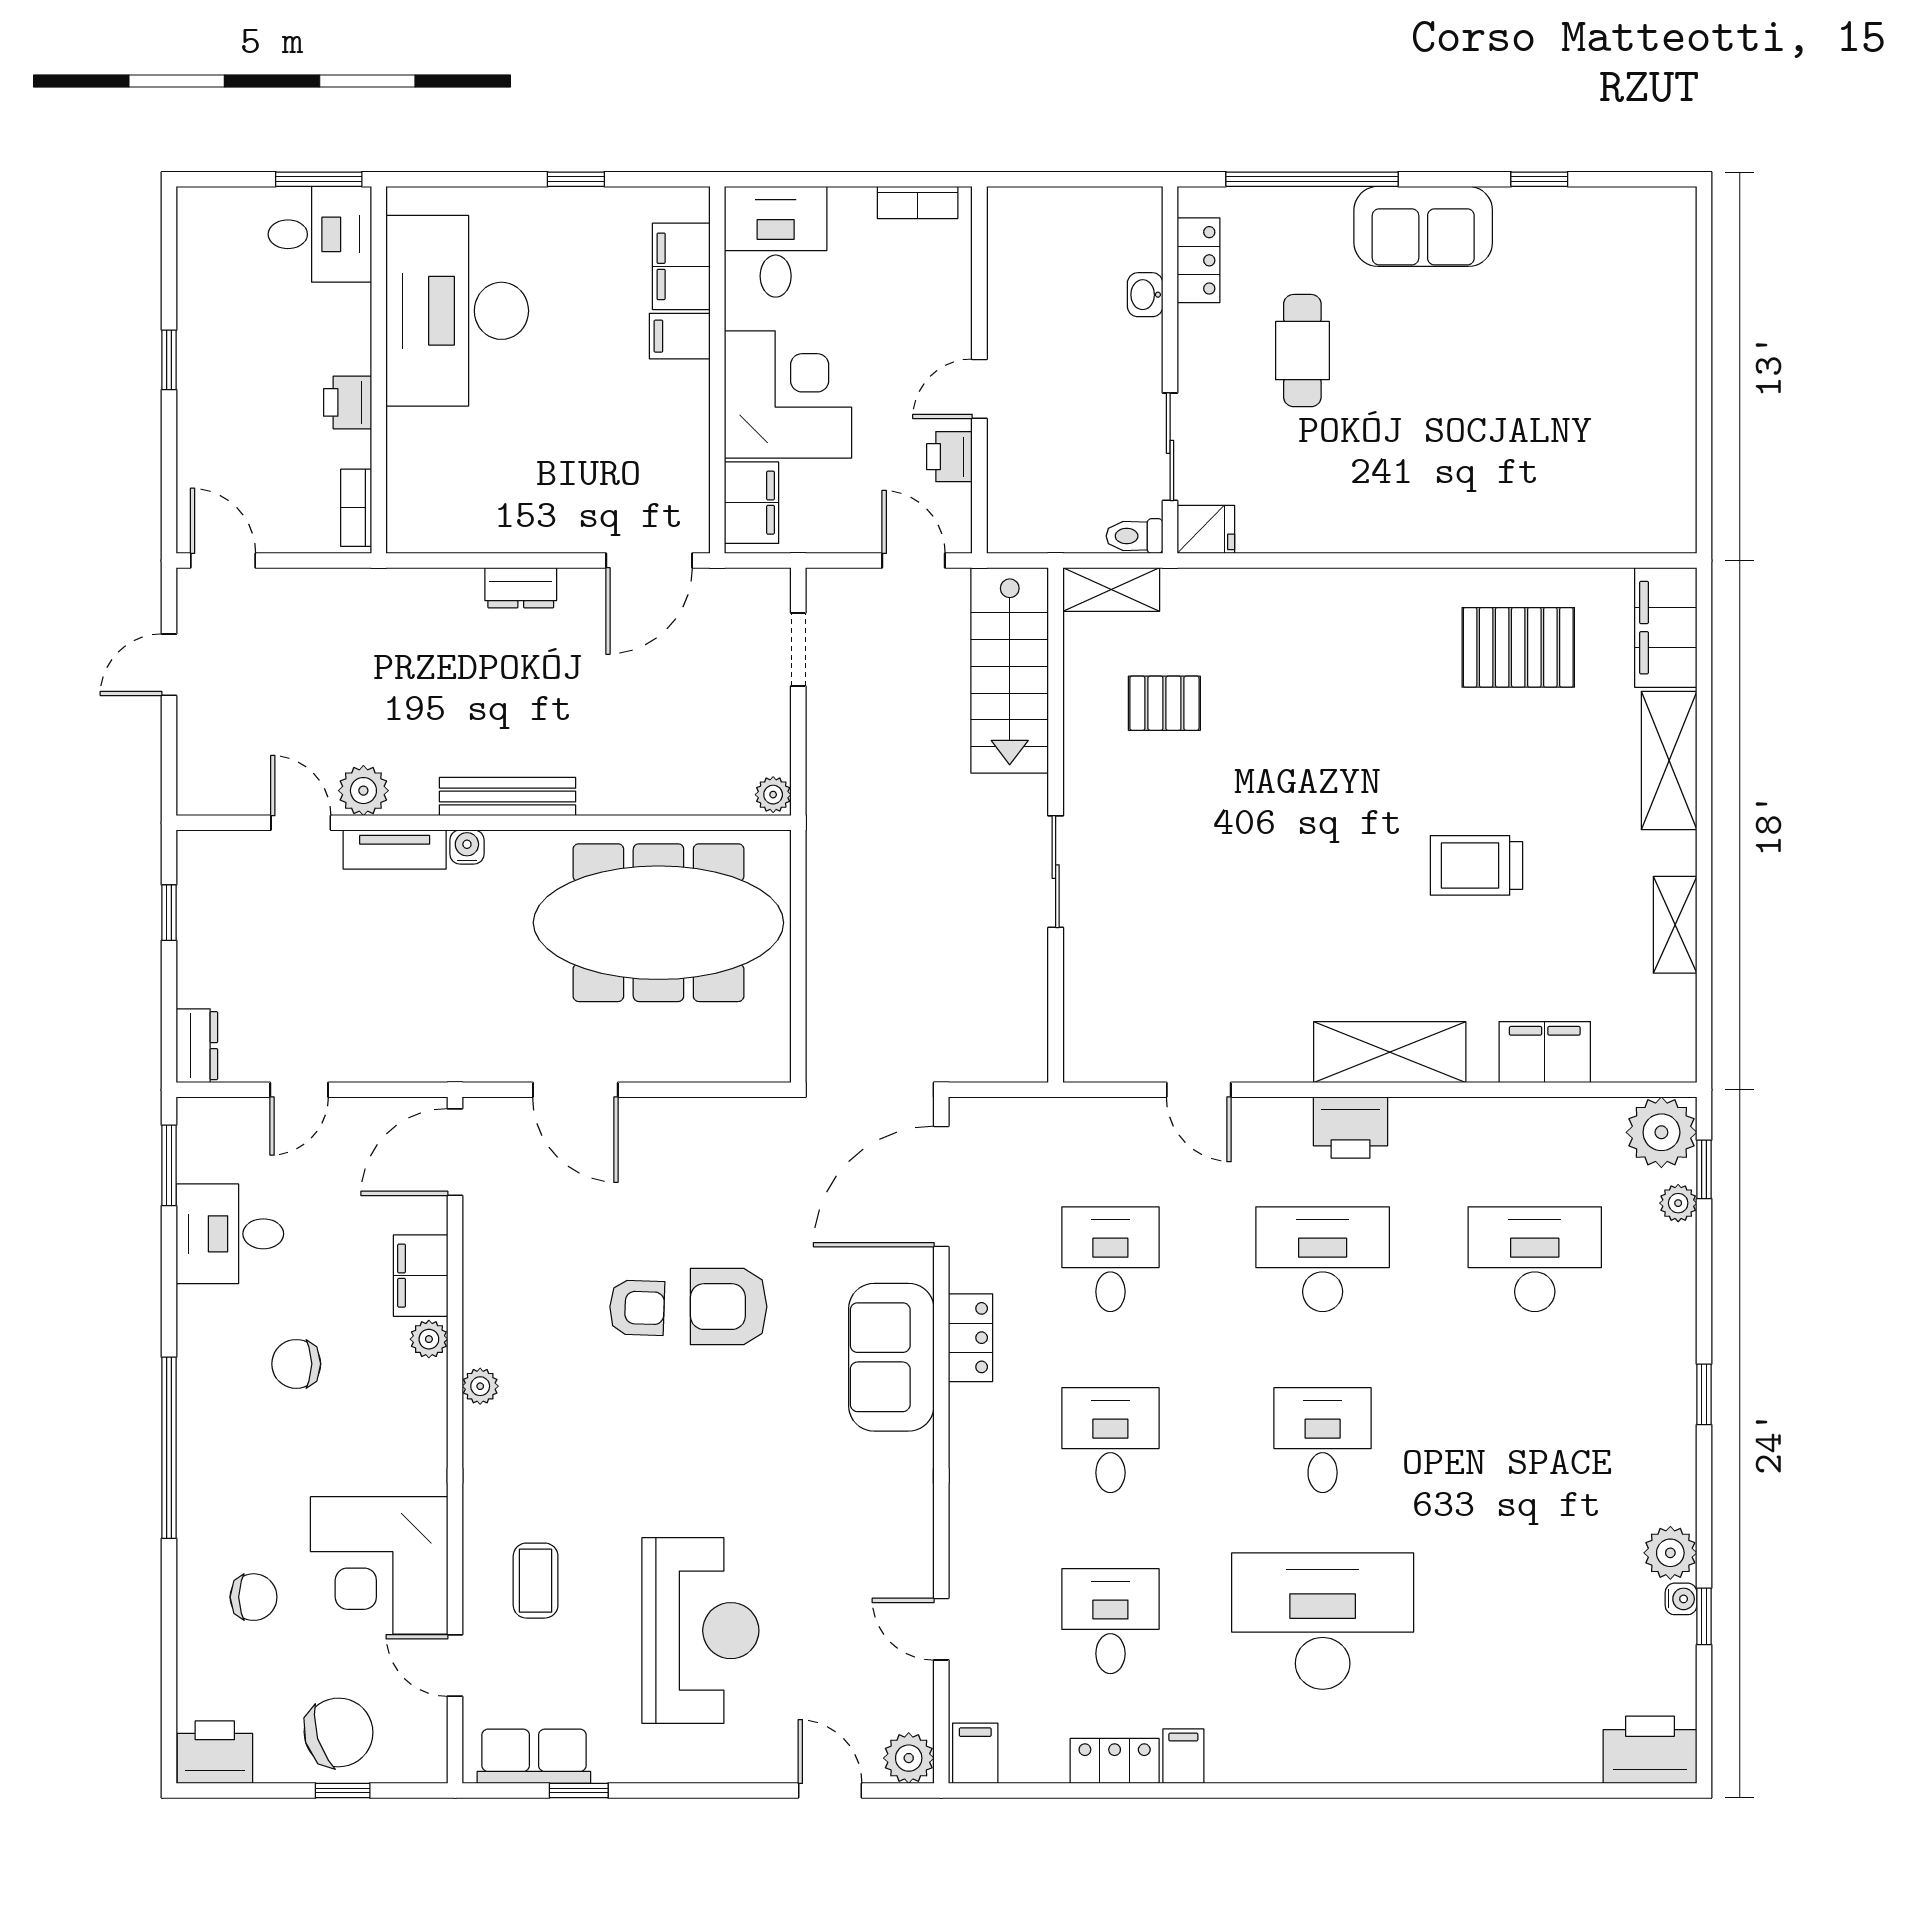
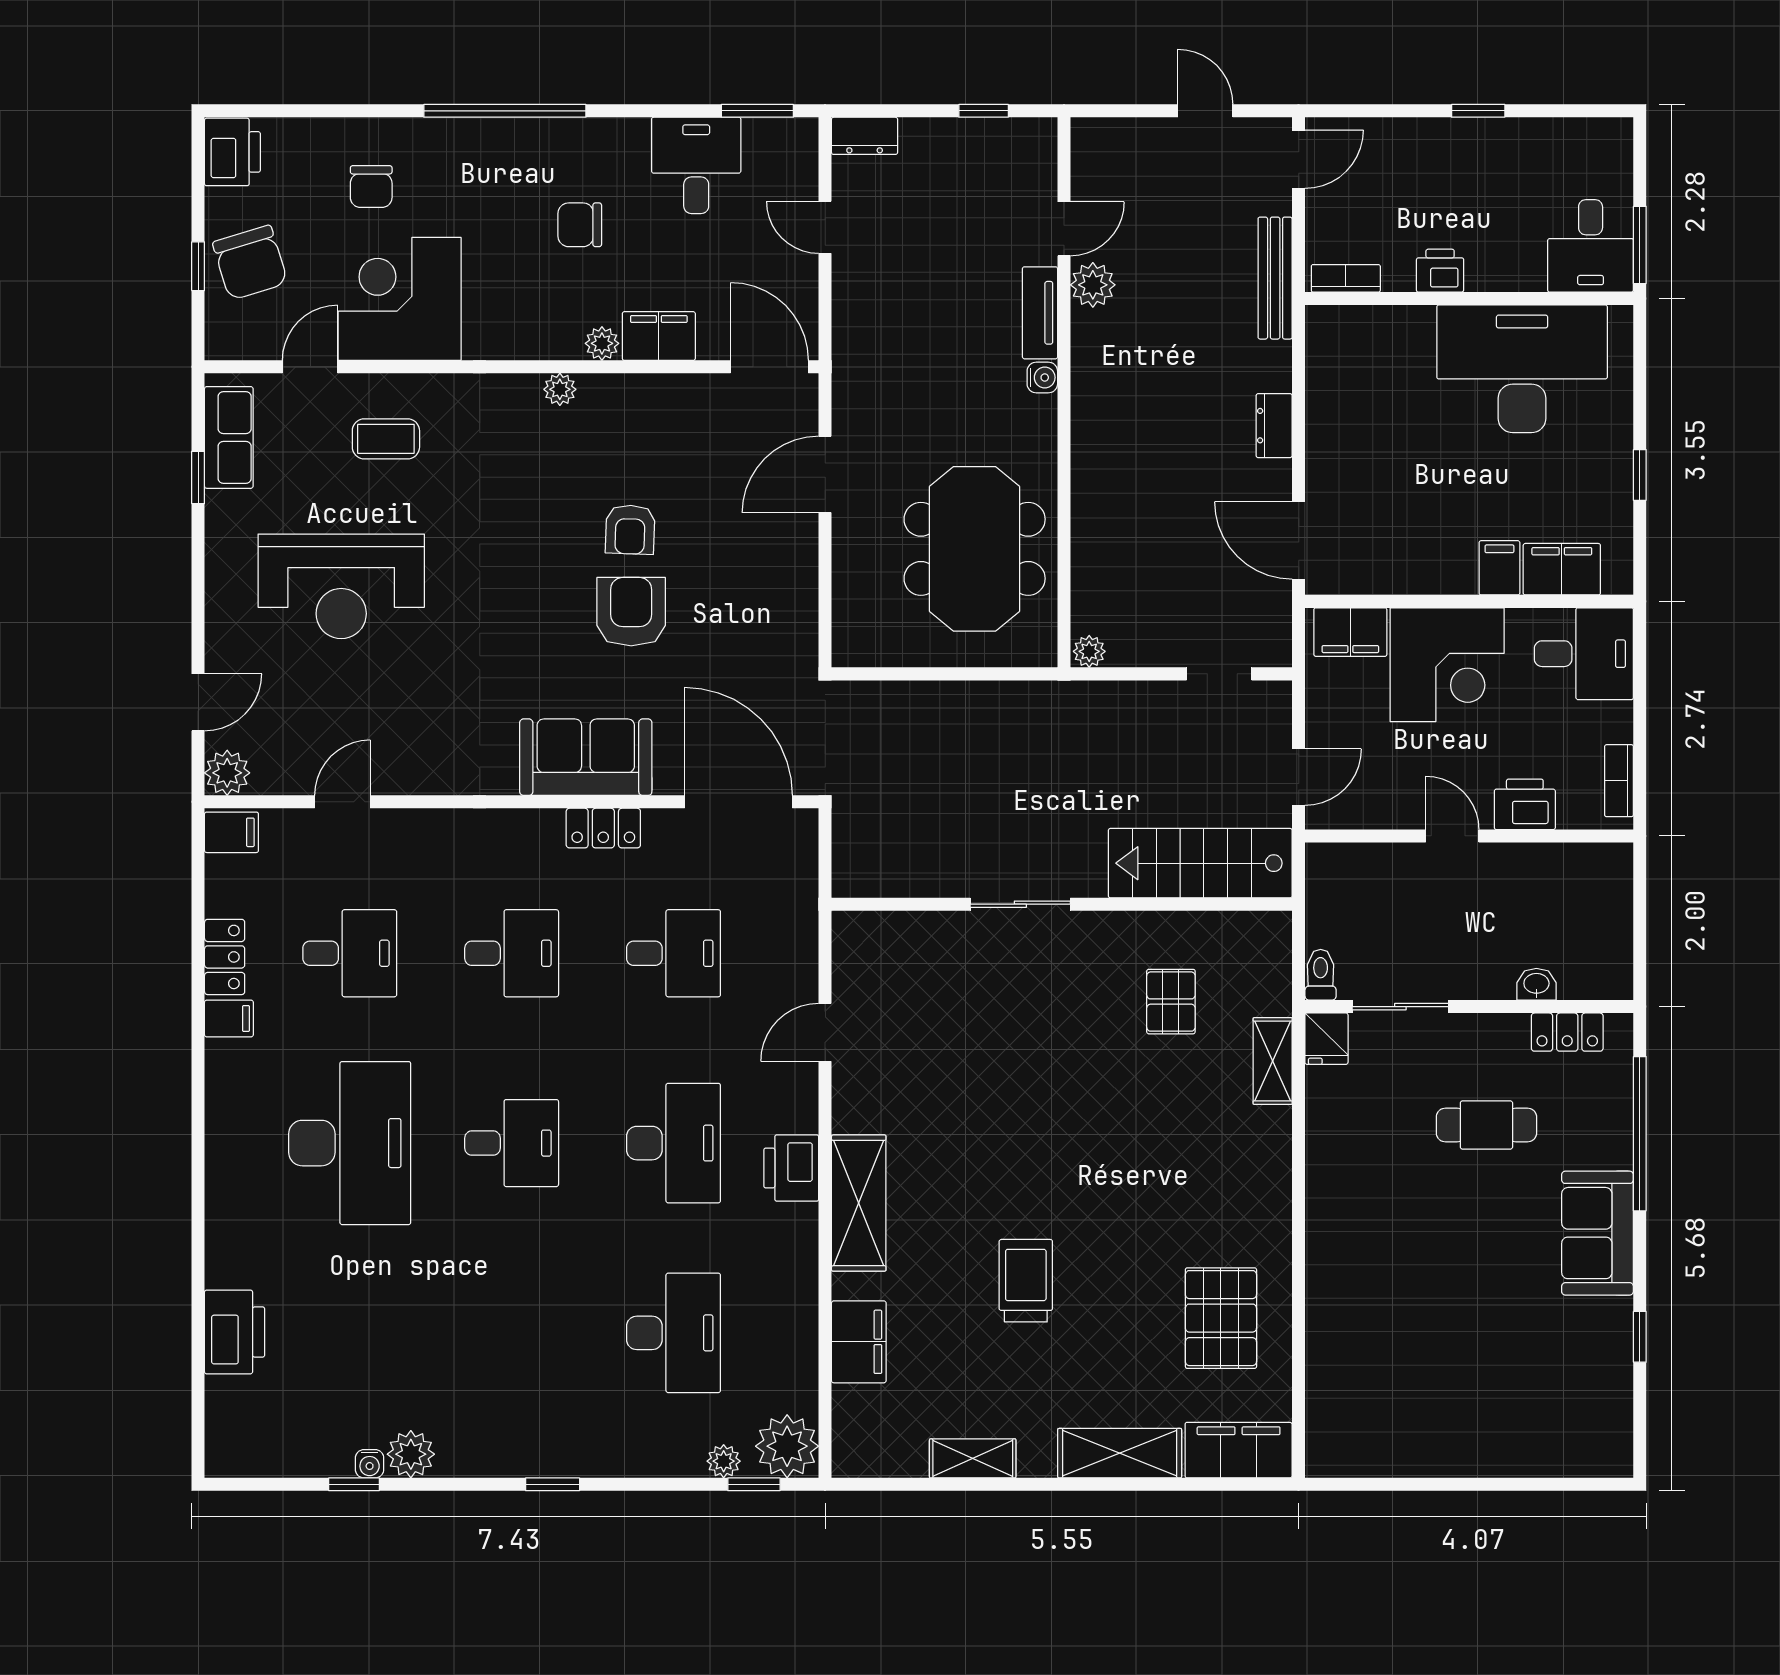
printer: (949, 457) -> (1525, 804), moved, width x1.36, depth x1.24
shelving: (1111, 590) -> (1273, 1061), moved
bench: (508, 797) -> (1275, 278), moved
meeting table: (658, 923) -> (975, 549), width x0.73
chair: (296, 1364) -> (580, 225), turned -90
printer: (1650, 1750) -> (235, 1332), moved

